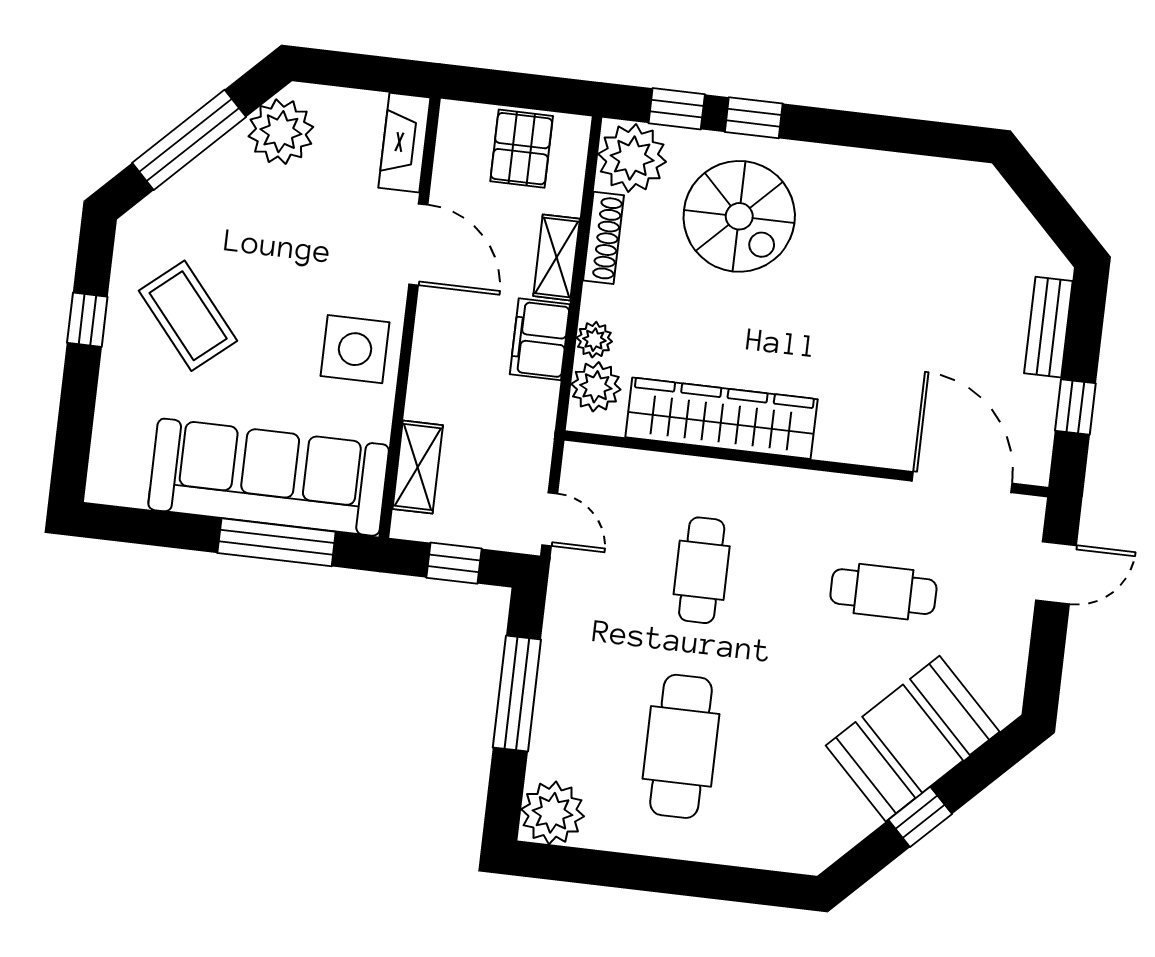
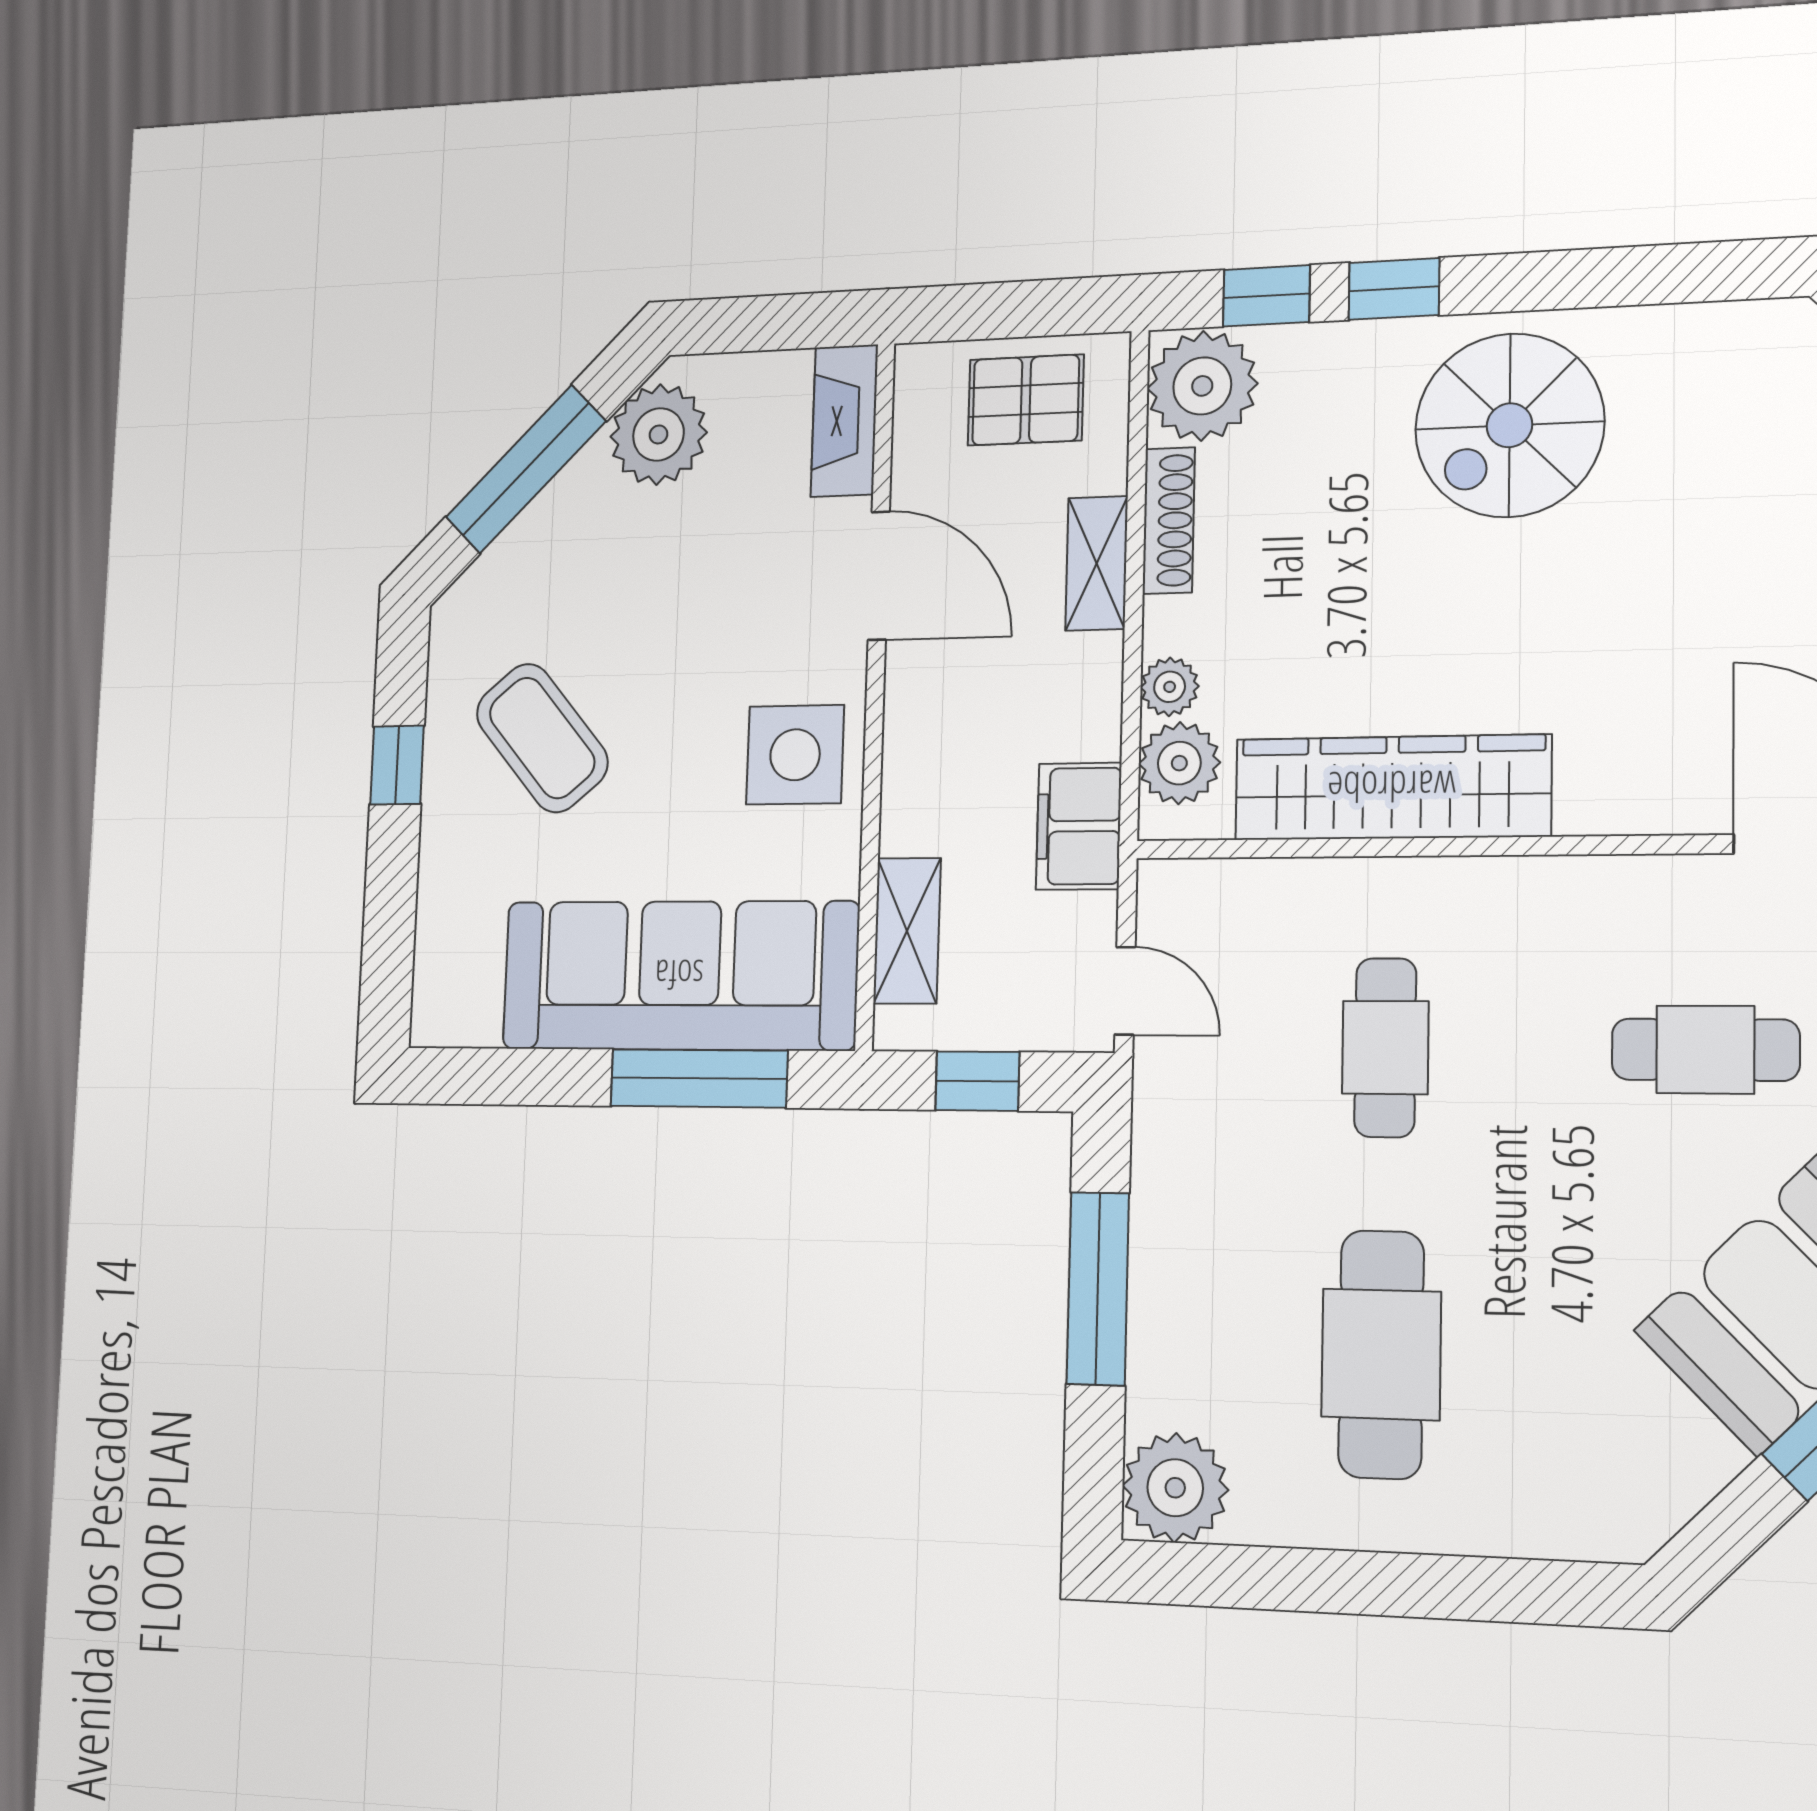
pallet: (522, 149) -> (1026, 400), turned 90
spiral stairs: (739, 216) -> (1509, 425), moved, turned 90
filing cabinet: (540, 339) -> (1079, 826), moved

